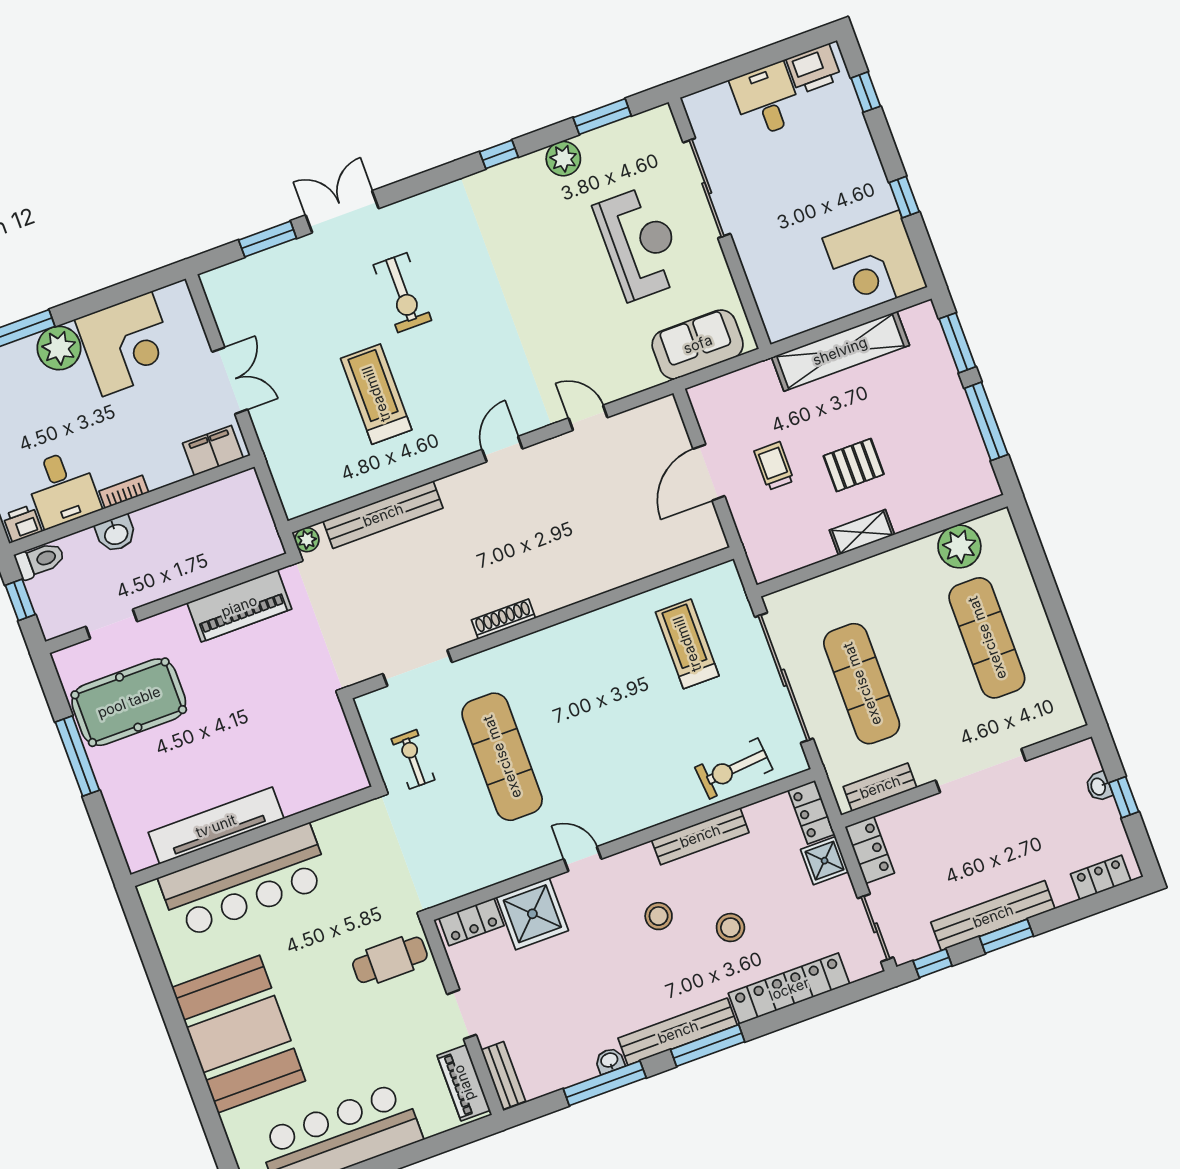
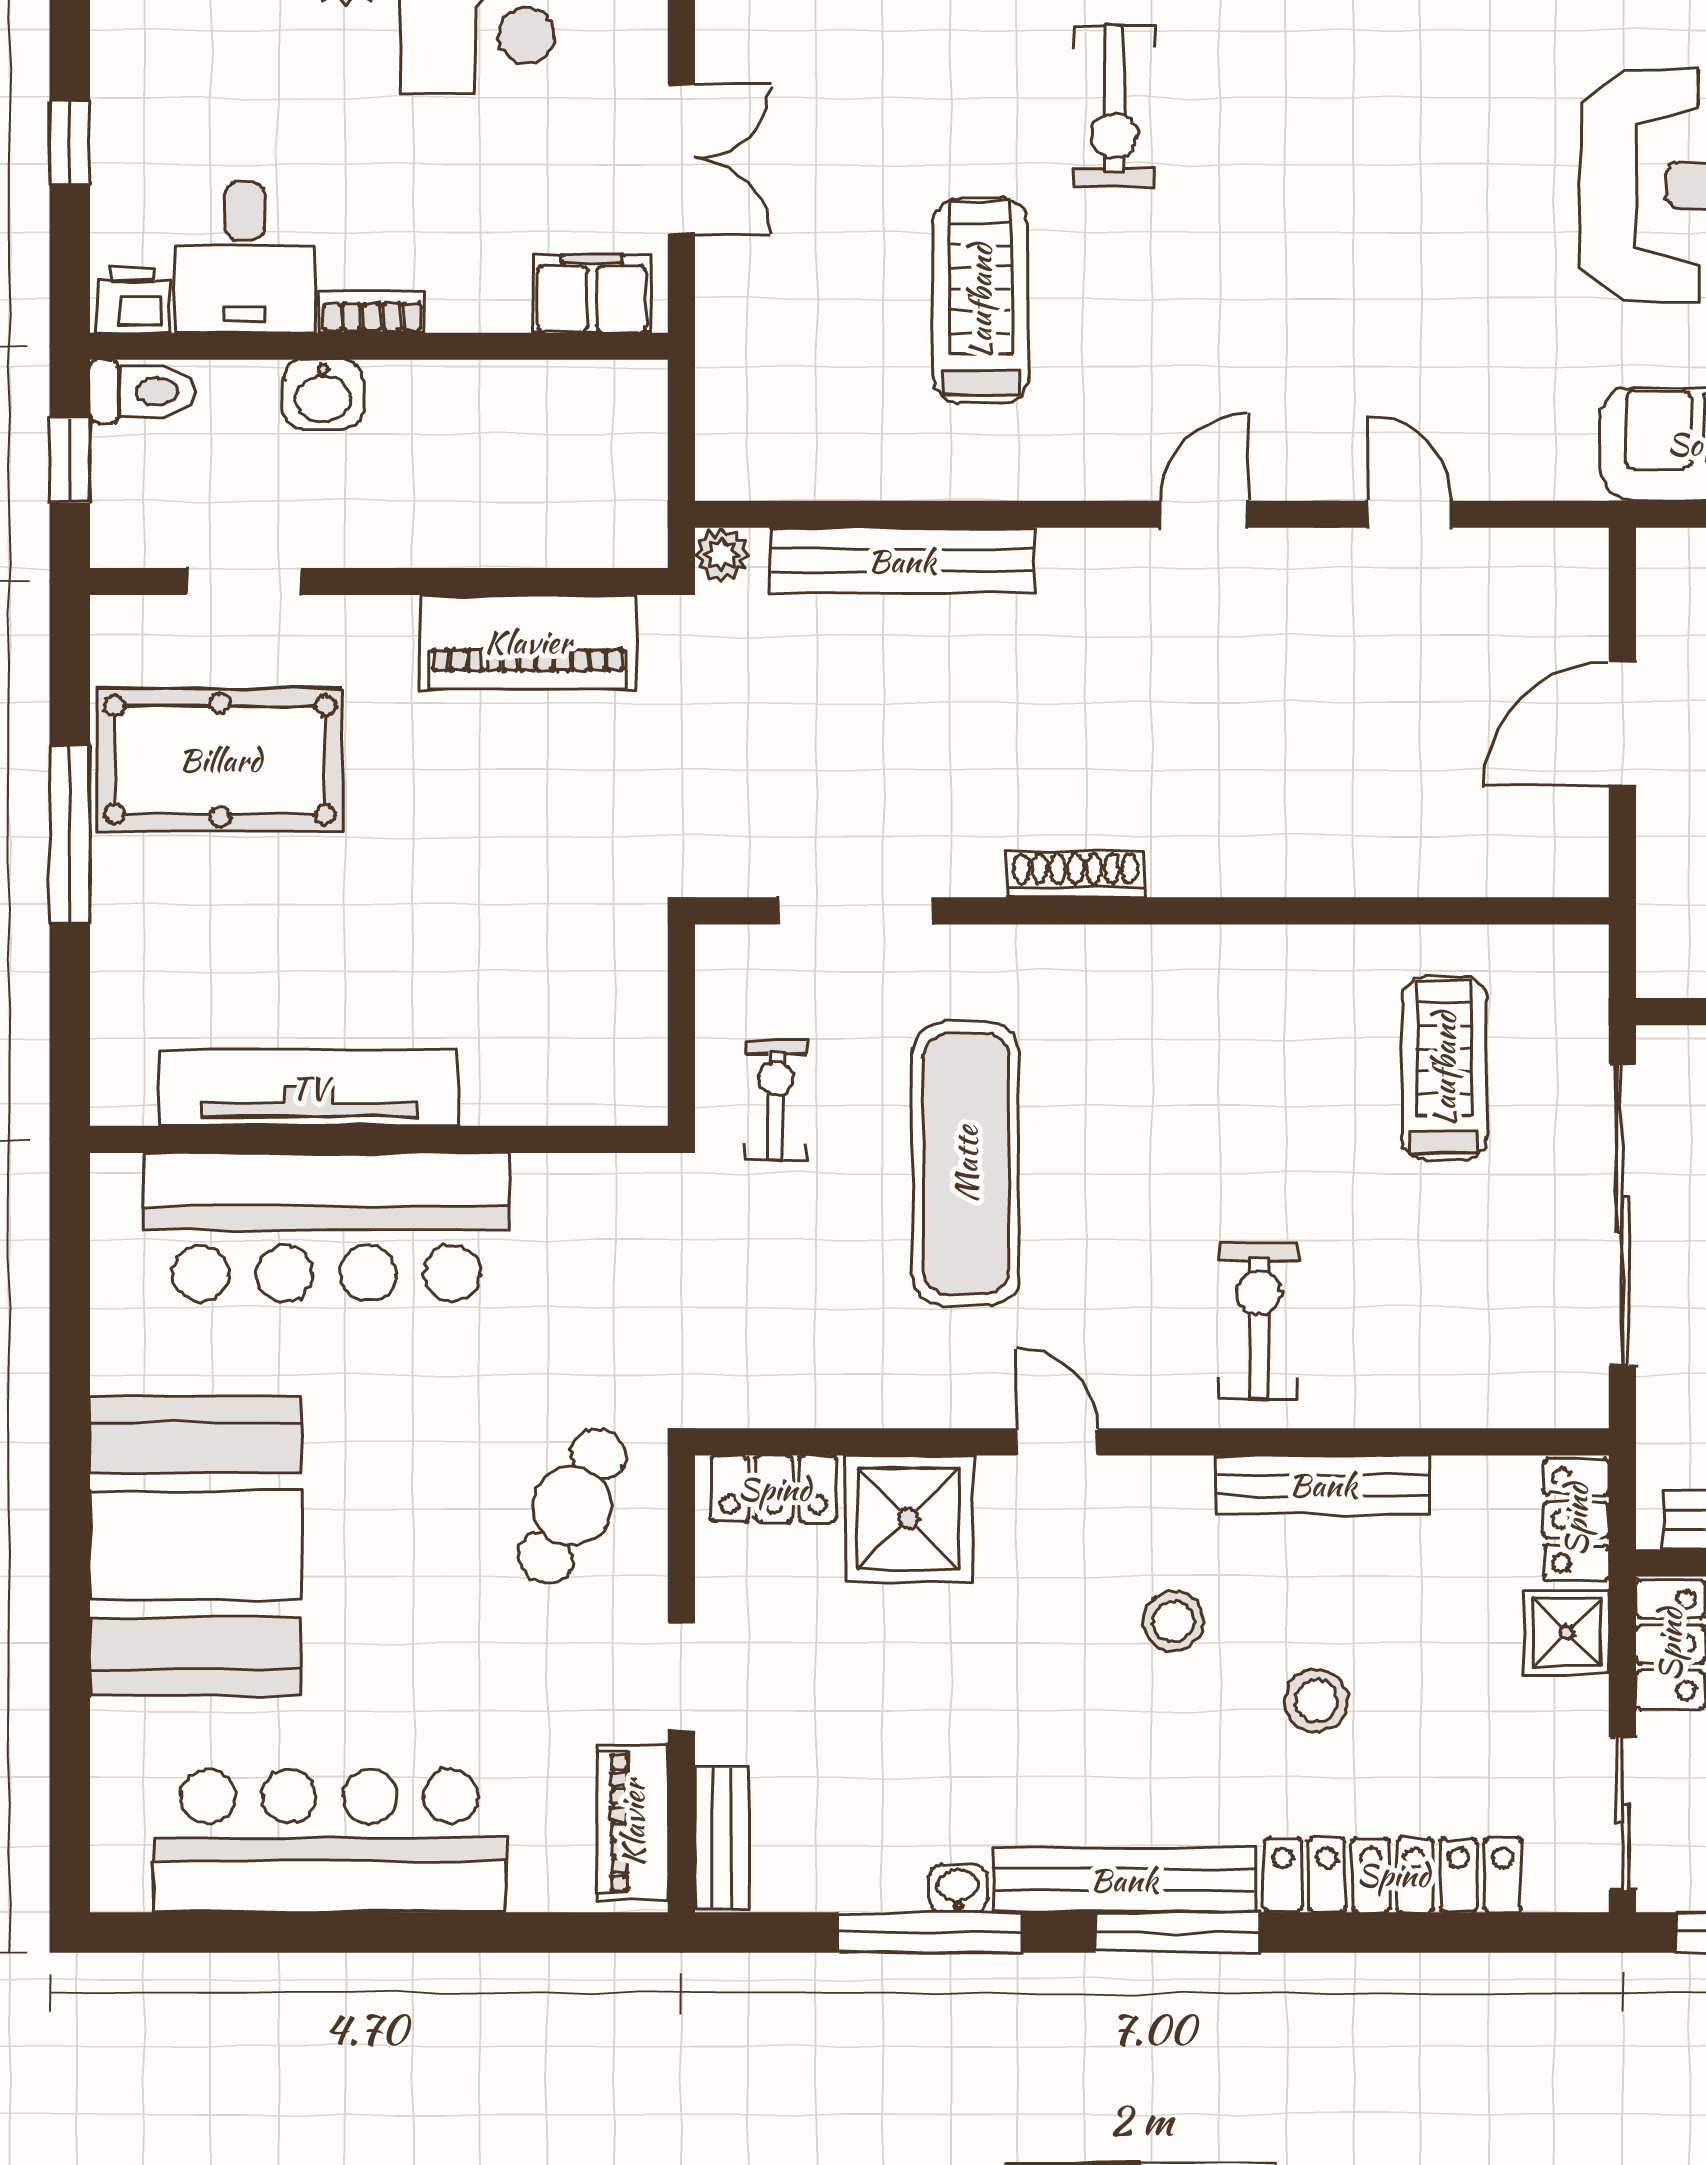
exercise bike: (734, 768) -> (1259, 1321), moved, turned 95
cafe table: (390, 960) -> (572, 1506), turned -63

